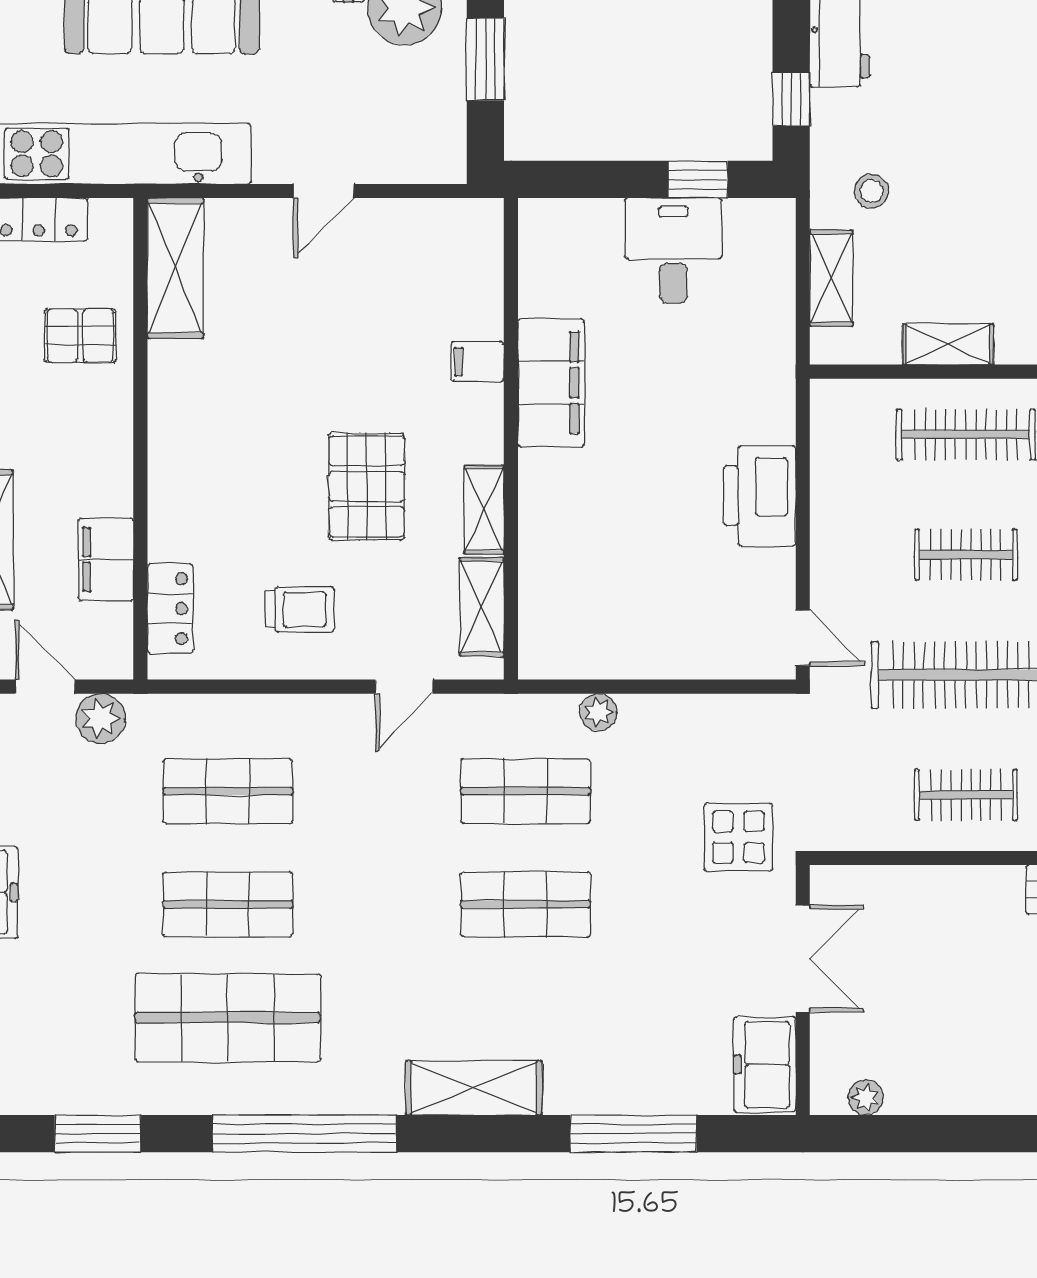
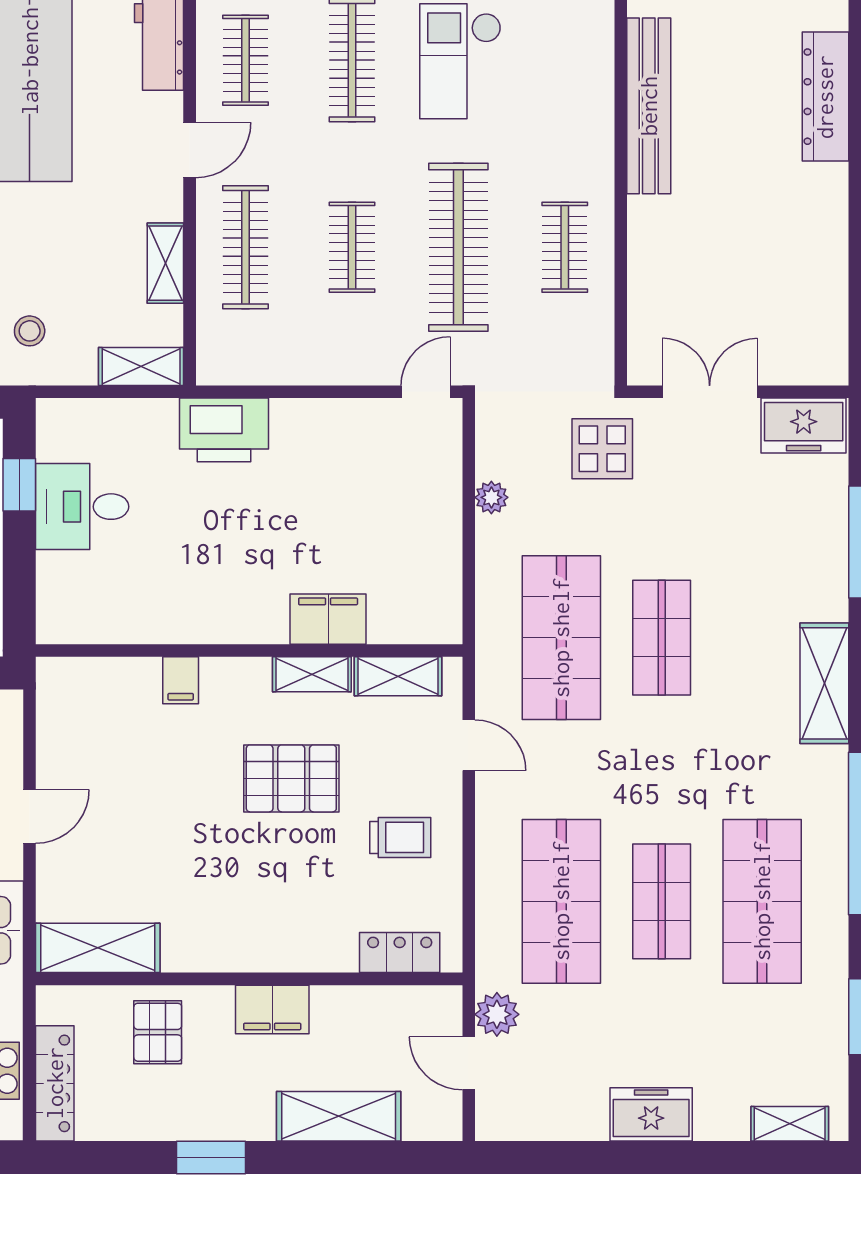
door: (324, 191) -> (30, 816), hinge flipped
shelving: (831, 278) -> (141, 367), moved
filing cabinet: (551, 383) -> (328, 619), moved, width x0.67, depth x0.86
printer: (760, 496) -> (224, 430), moved
filing cabinet: (106, 559) -> (272, 1009), moved
trolley: (300, 609) -> (400, 837), turned 90
door: (45, 687) -> (469, 1063), hinge flipped
plant: (599, 712) -> (491, 497), moved
shop shelf: (228, 791) -> (561, 901), width x1.43, depth x1.36
shop shelf: (525, 791) -> (561, 638), width x1.43, depth x1.36
plant: (866, 1097) -> (833, 336), removed

